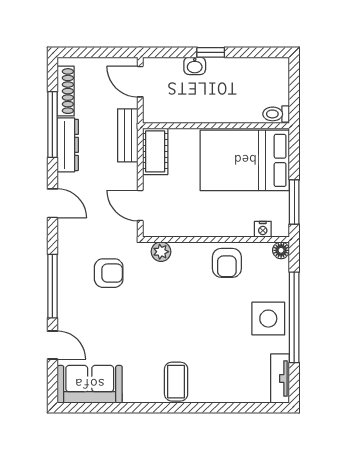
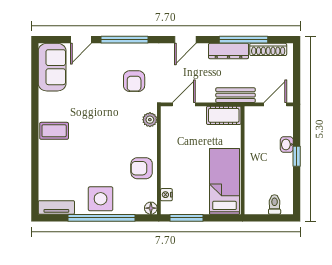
toilet: (276, 114) -> (275, 205), moved
bed: (245, 160) -> (224, 181), width x0.67

